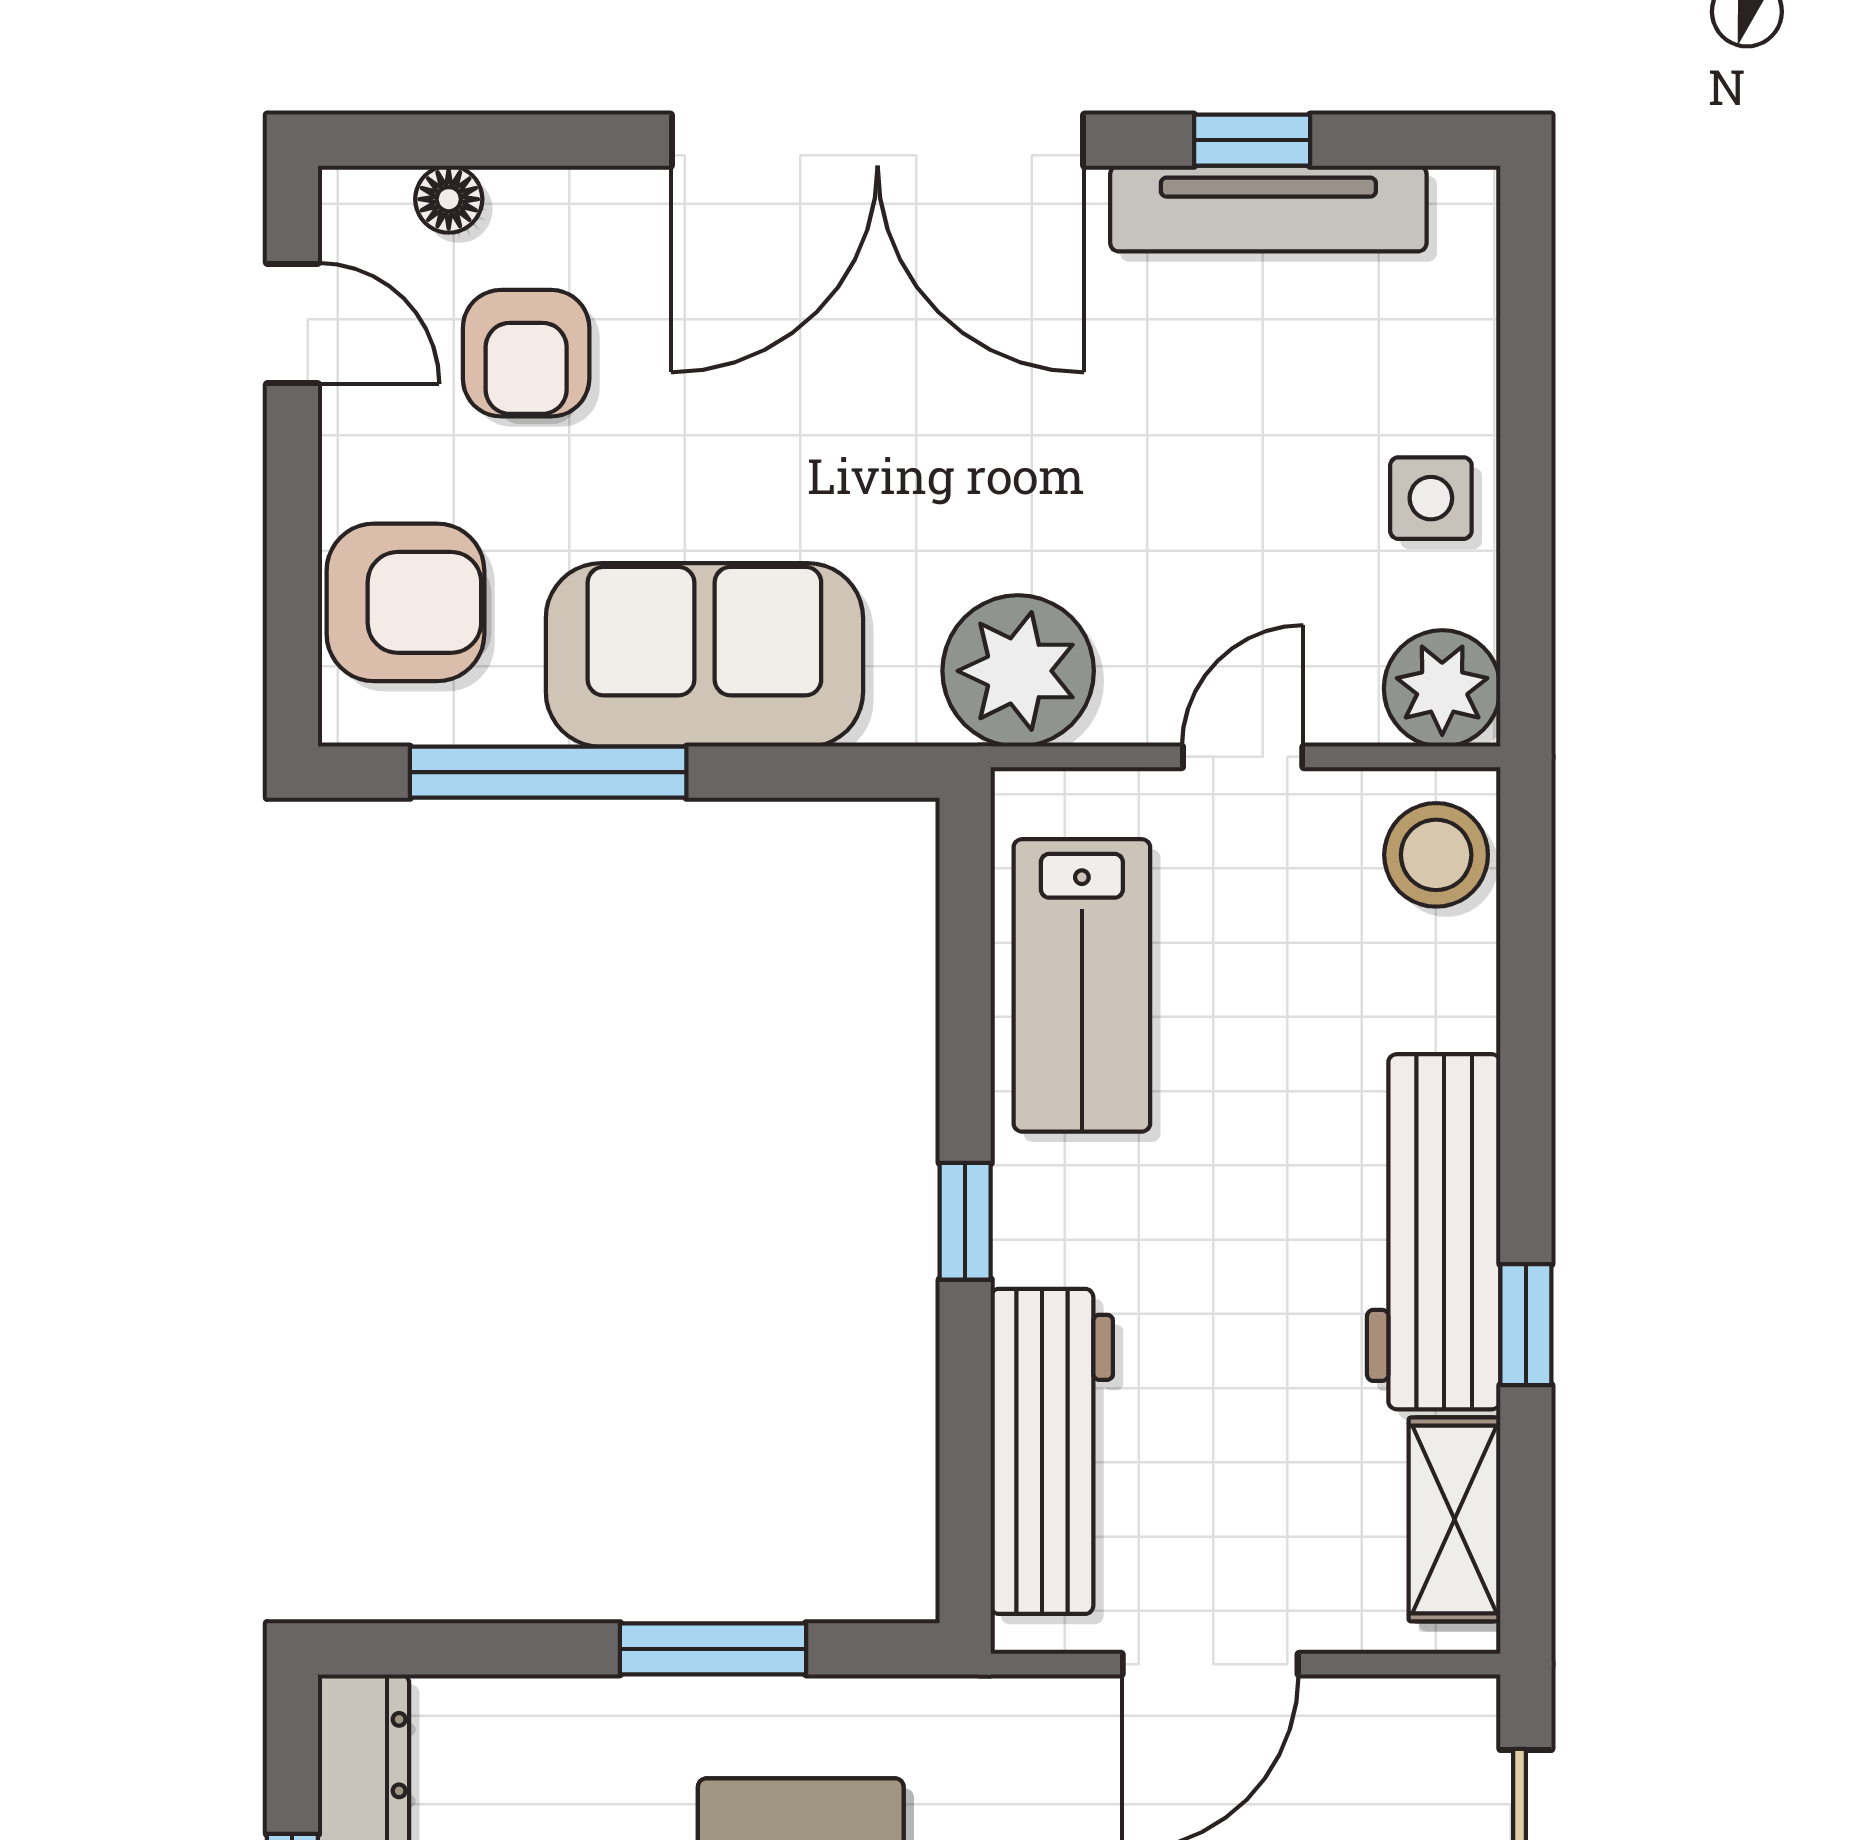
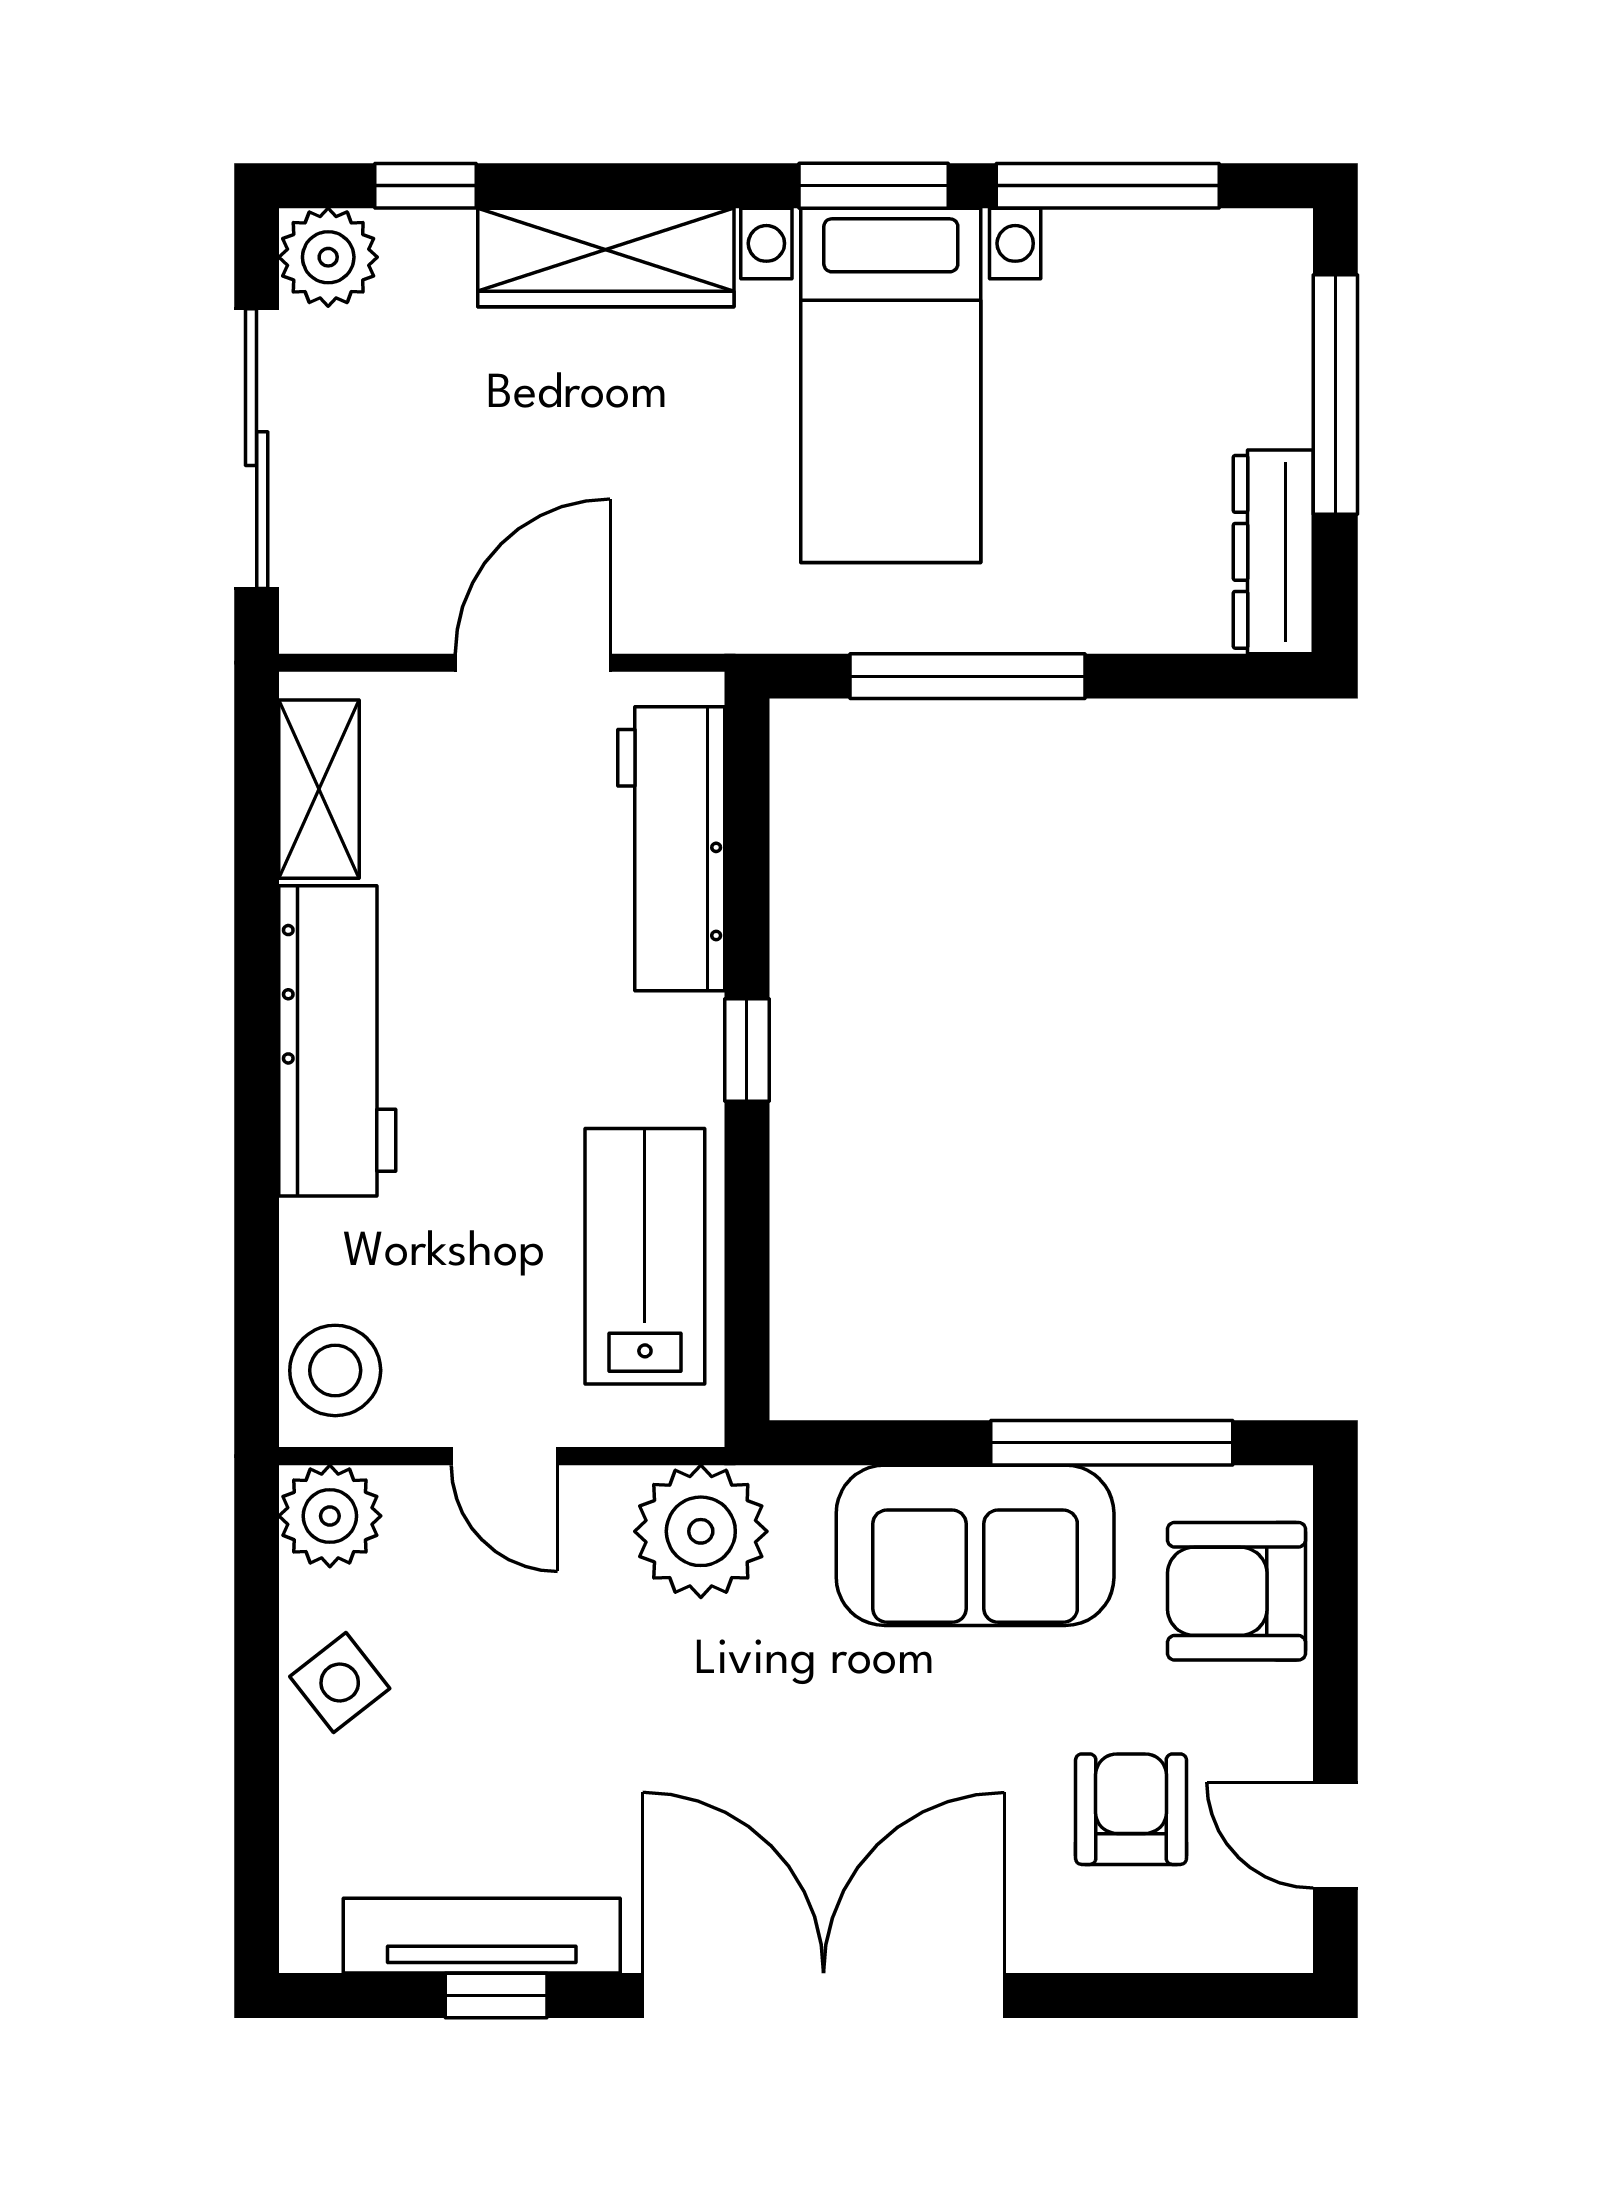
floor lamp: (449, 199) -> (1199, 1944), removed
side table: (1431, 498) -> (340, 1682), turned -38
door: (1243, 757) -> (504, 1456), hinge flipped
window: (1526, 1325) -> (257, 960), removed
window: (713, 1649) -> (968, 676), width x1.44

